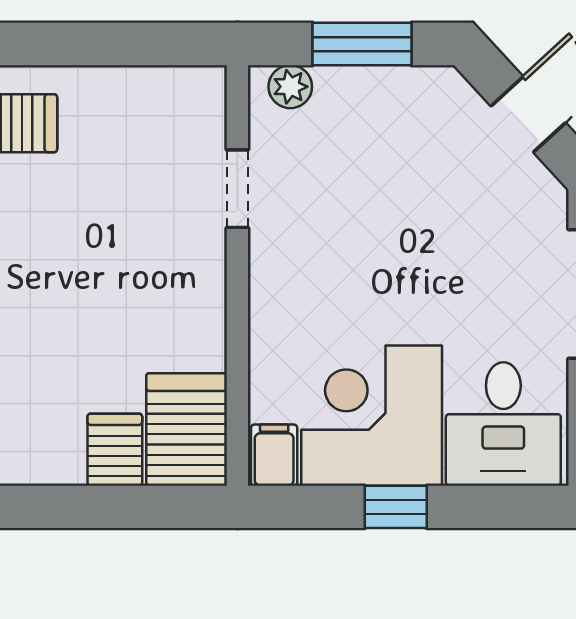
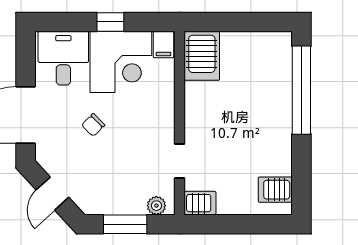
chair: (435, 271) -> (93, 125), added
server rack: (115, 450) -> (200, 203), moved, turned -90

